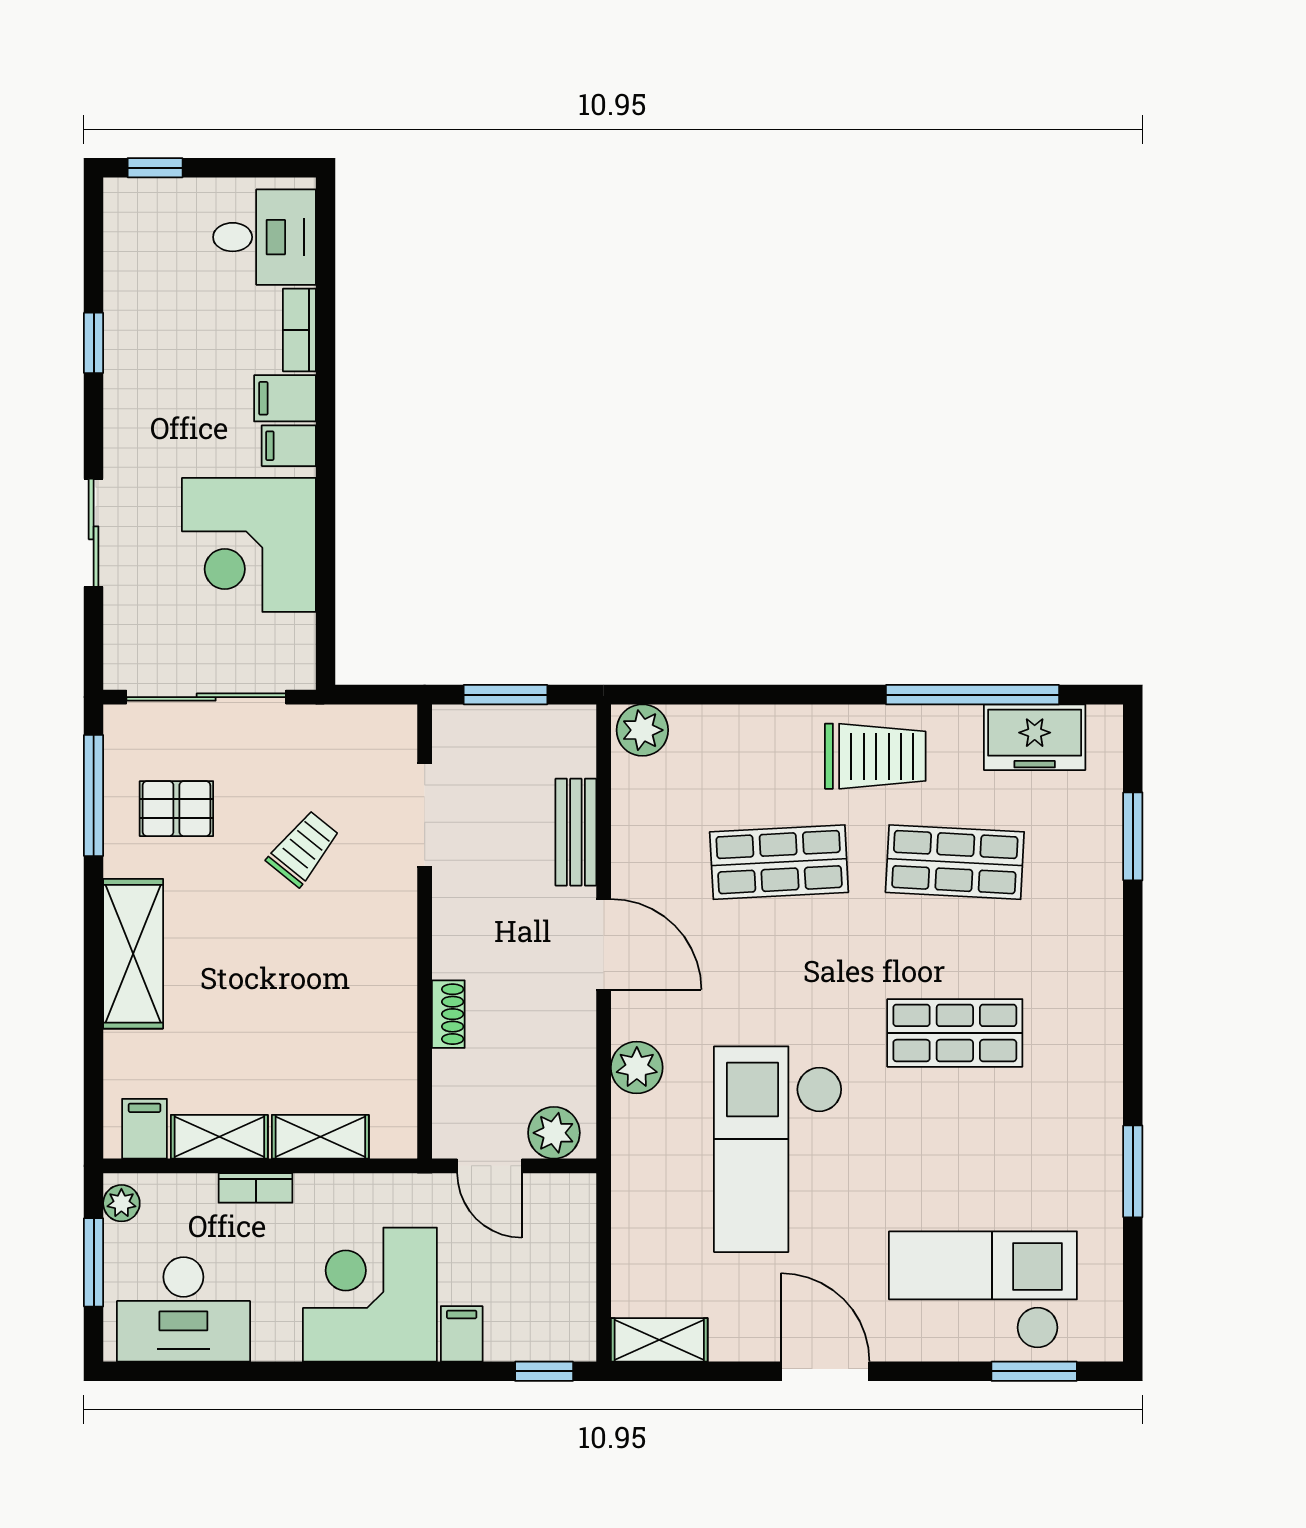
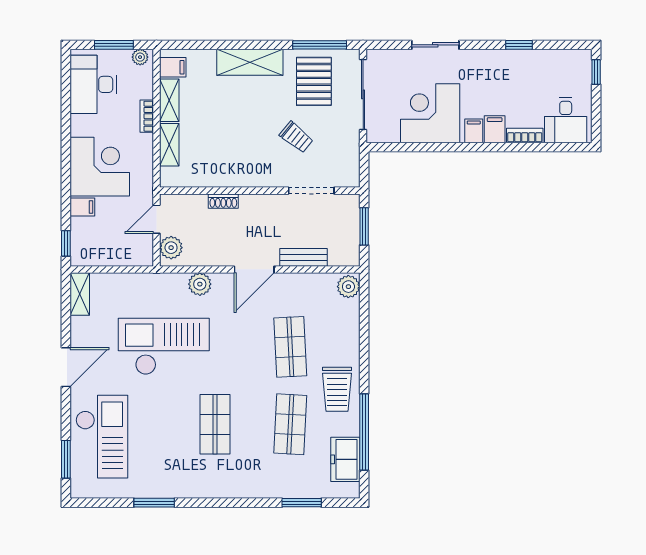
pallet: (176, 809) -> (314, 81), width x1.50, depth x1.42

